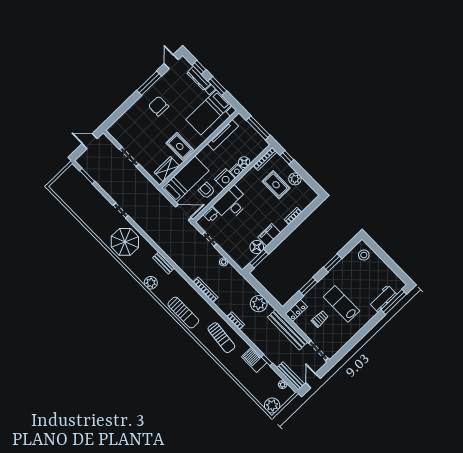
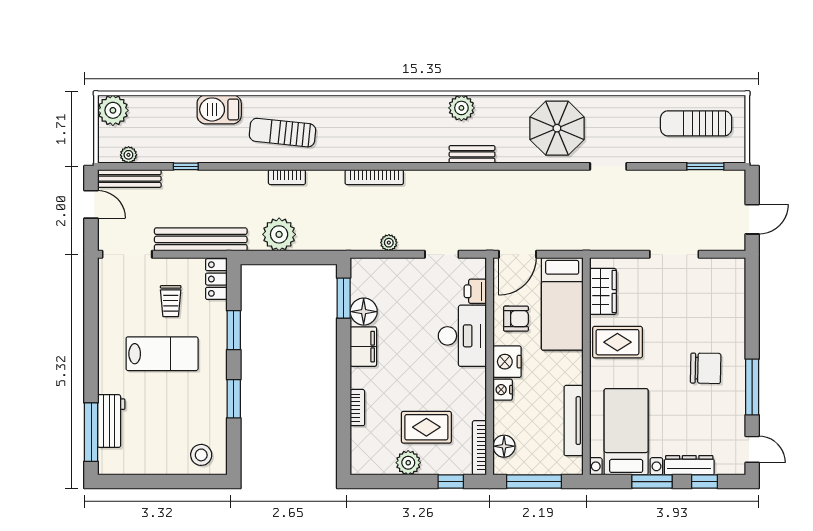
floor lamp: (244, 162) -> (504, 446), moved
sun lounger: (183, 313) -> (696, 123), moved
barbecue: (254, 360) -> (219, 109), moved, turned 180

